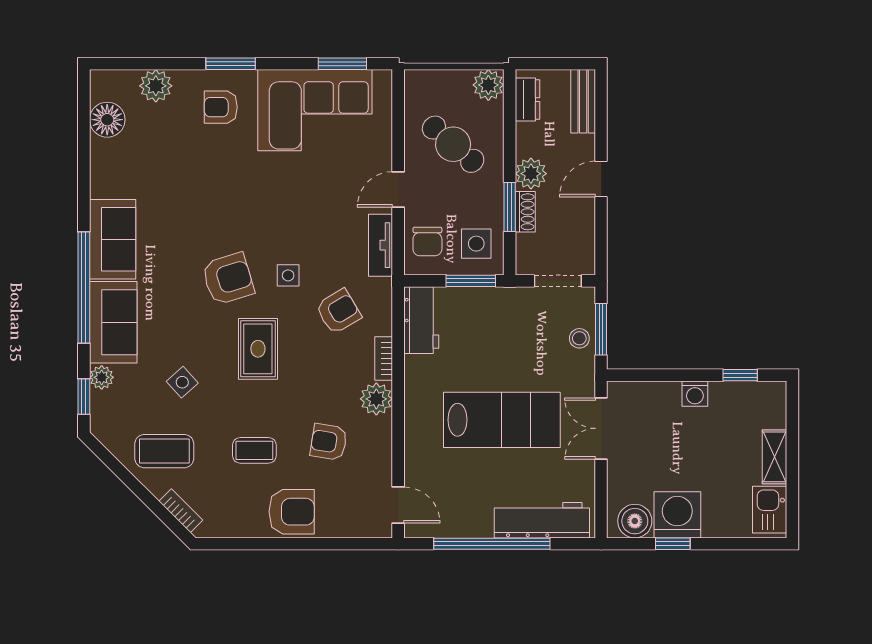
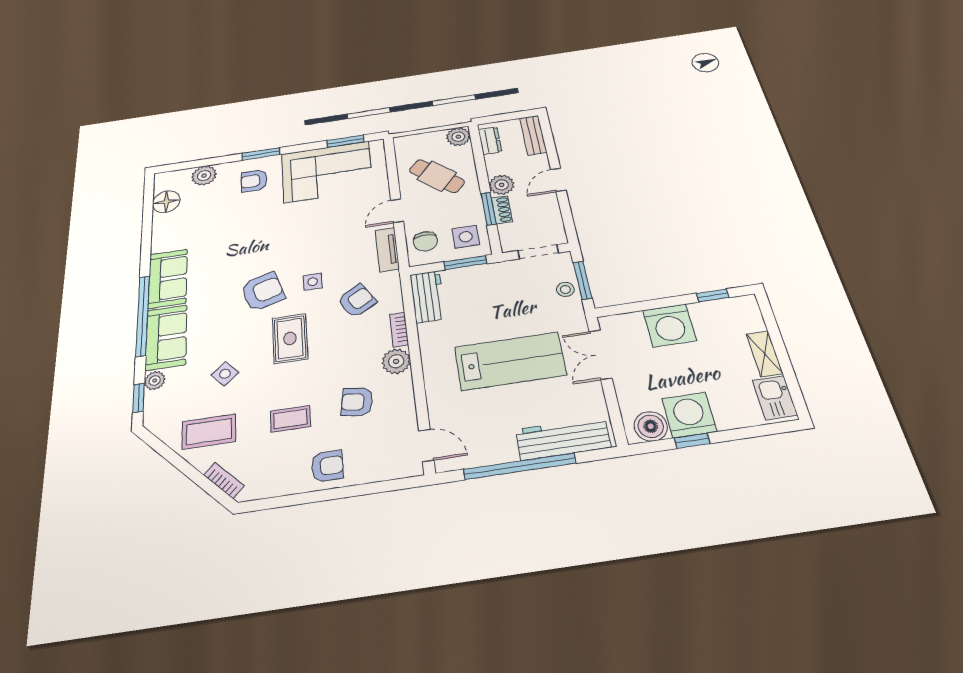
washing machine: (695, 394) -> (669, 325), width x1.89, depth x1.89
armchair: (292, 512) -> (327, 466), width x0.72, depth x0.72

